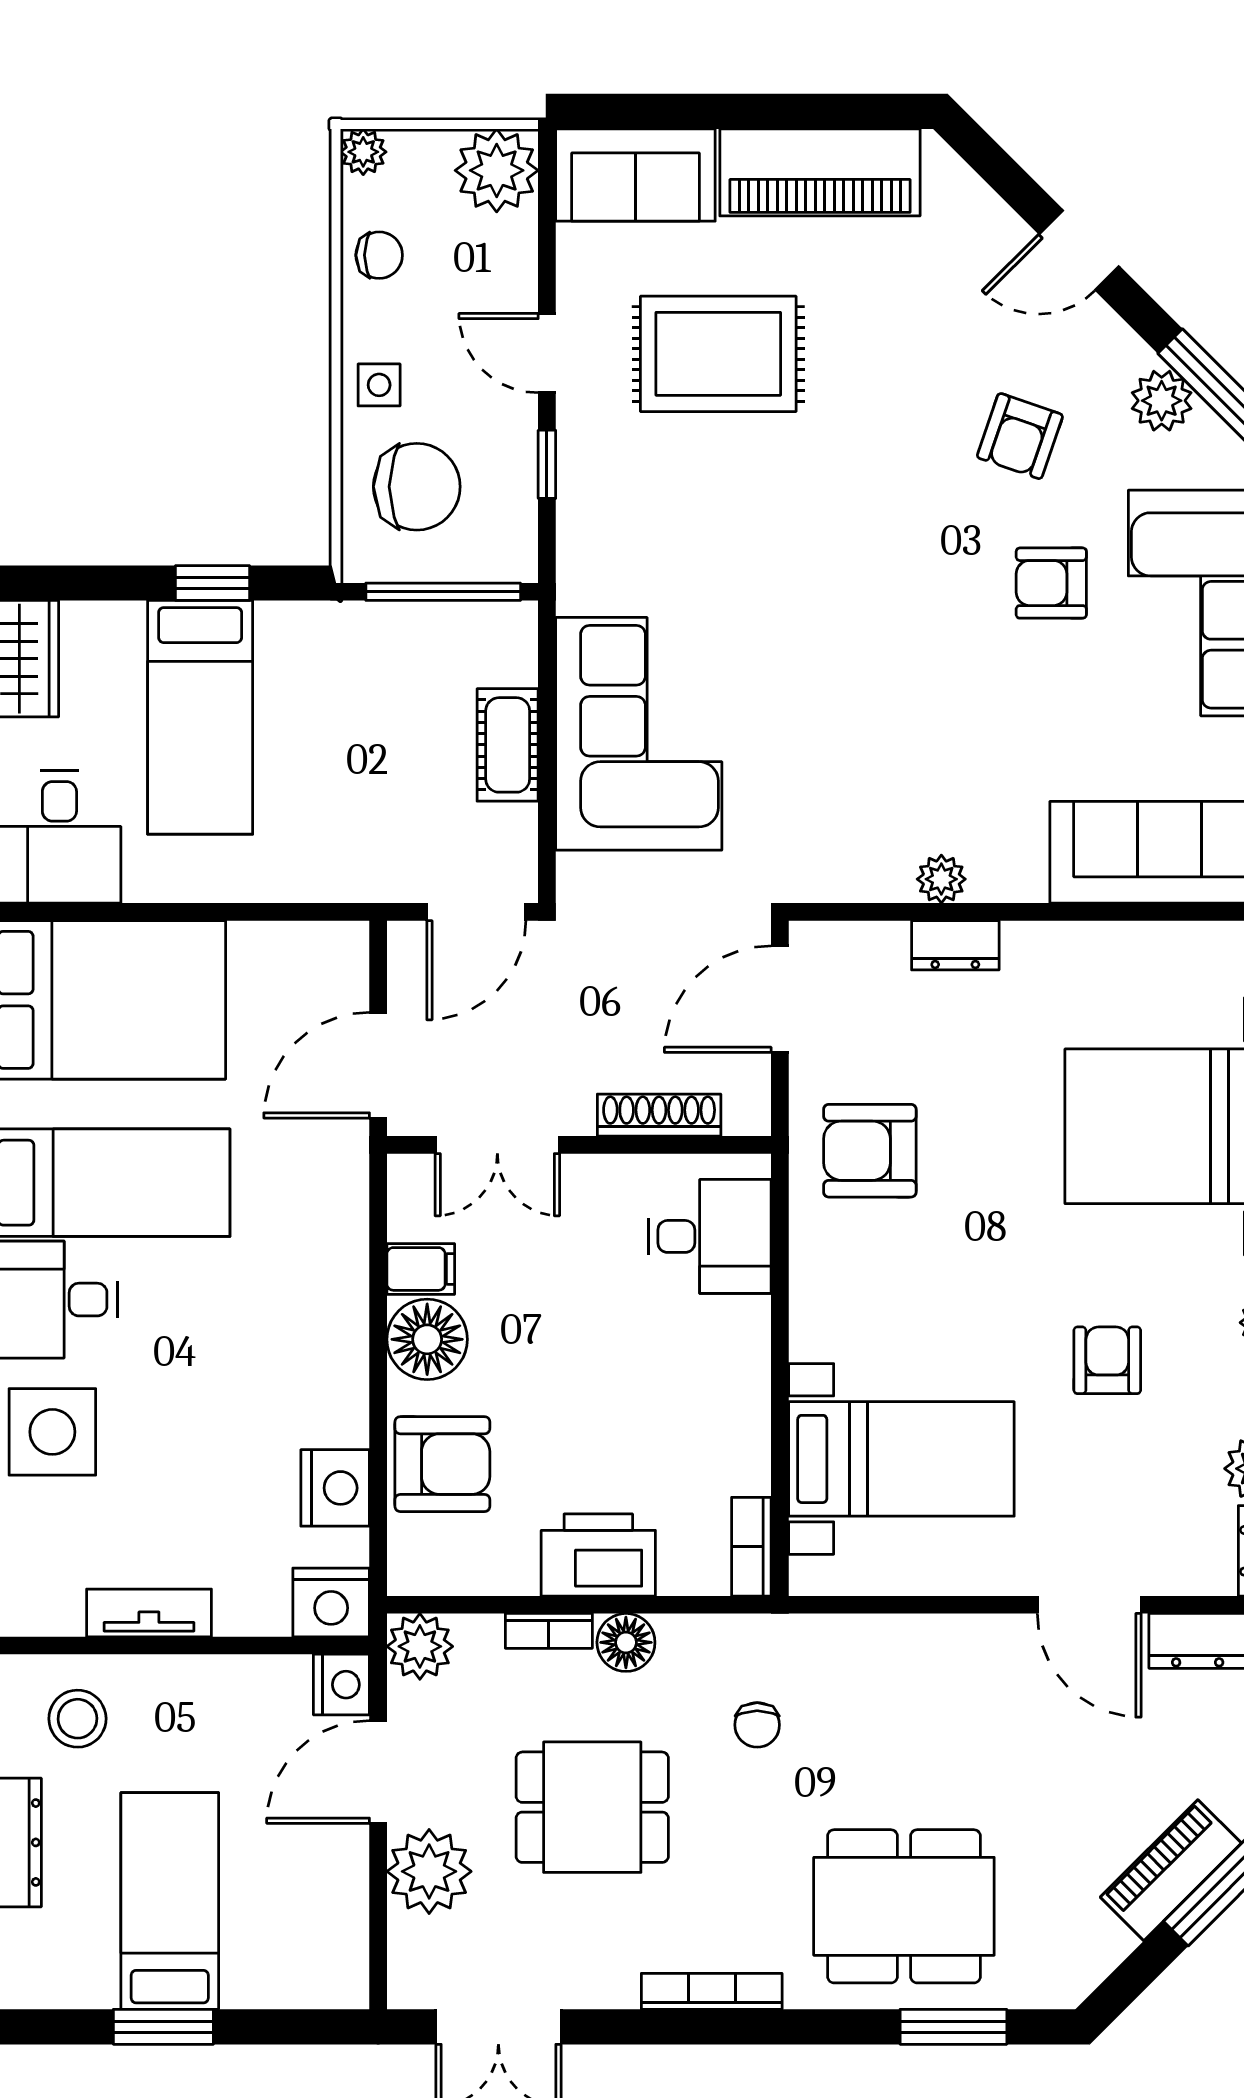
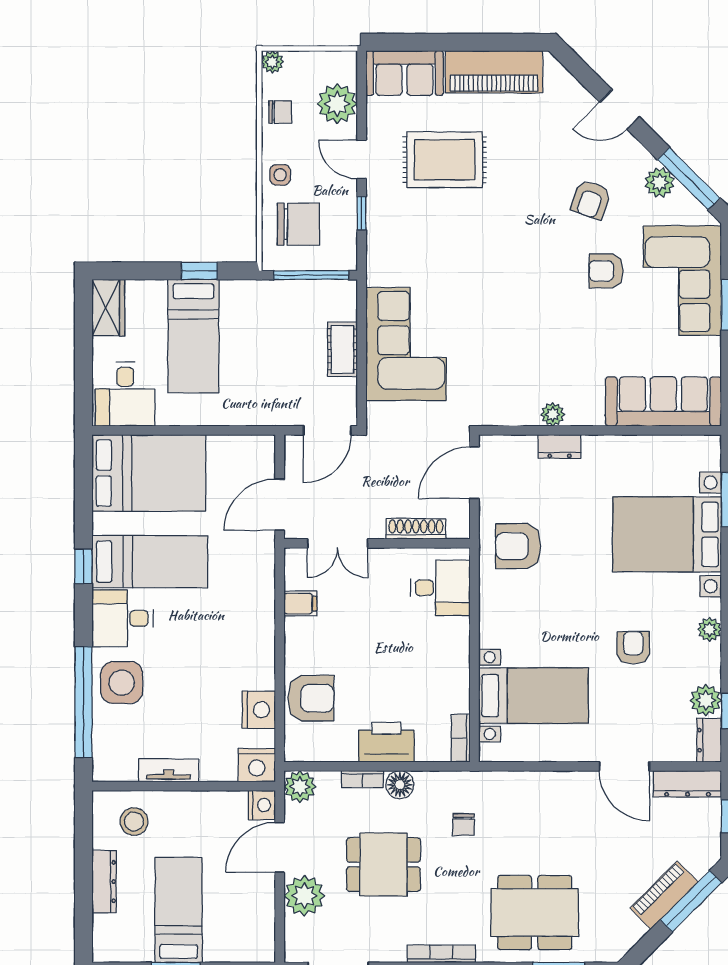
plant: (497, 170) -> (337, 104), moved
floor lamp: (427, 1339) -> (303, 638), removed

